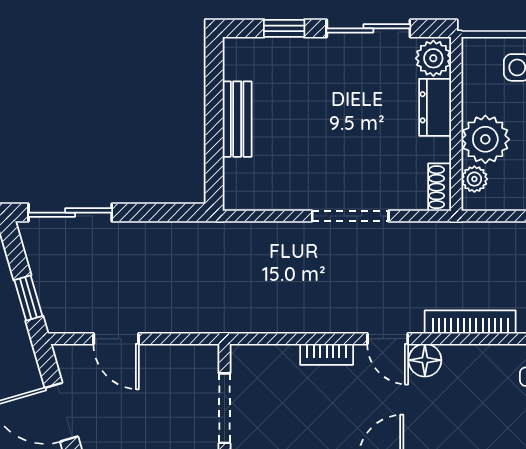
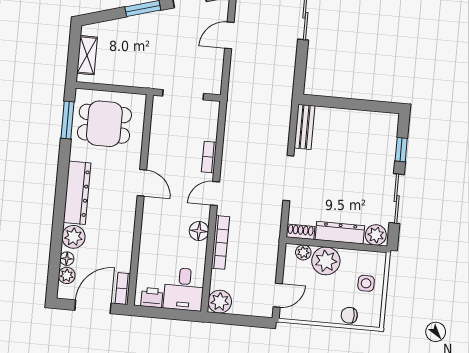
dresser: (435, 107) -> (340, 233), width x1.44
bench: (237, 119) -> (305, 127), moved, turned 90
floor lamp: (425, 360) -> (199, 231), moved

